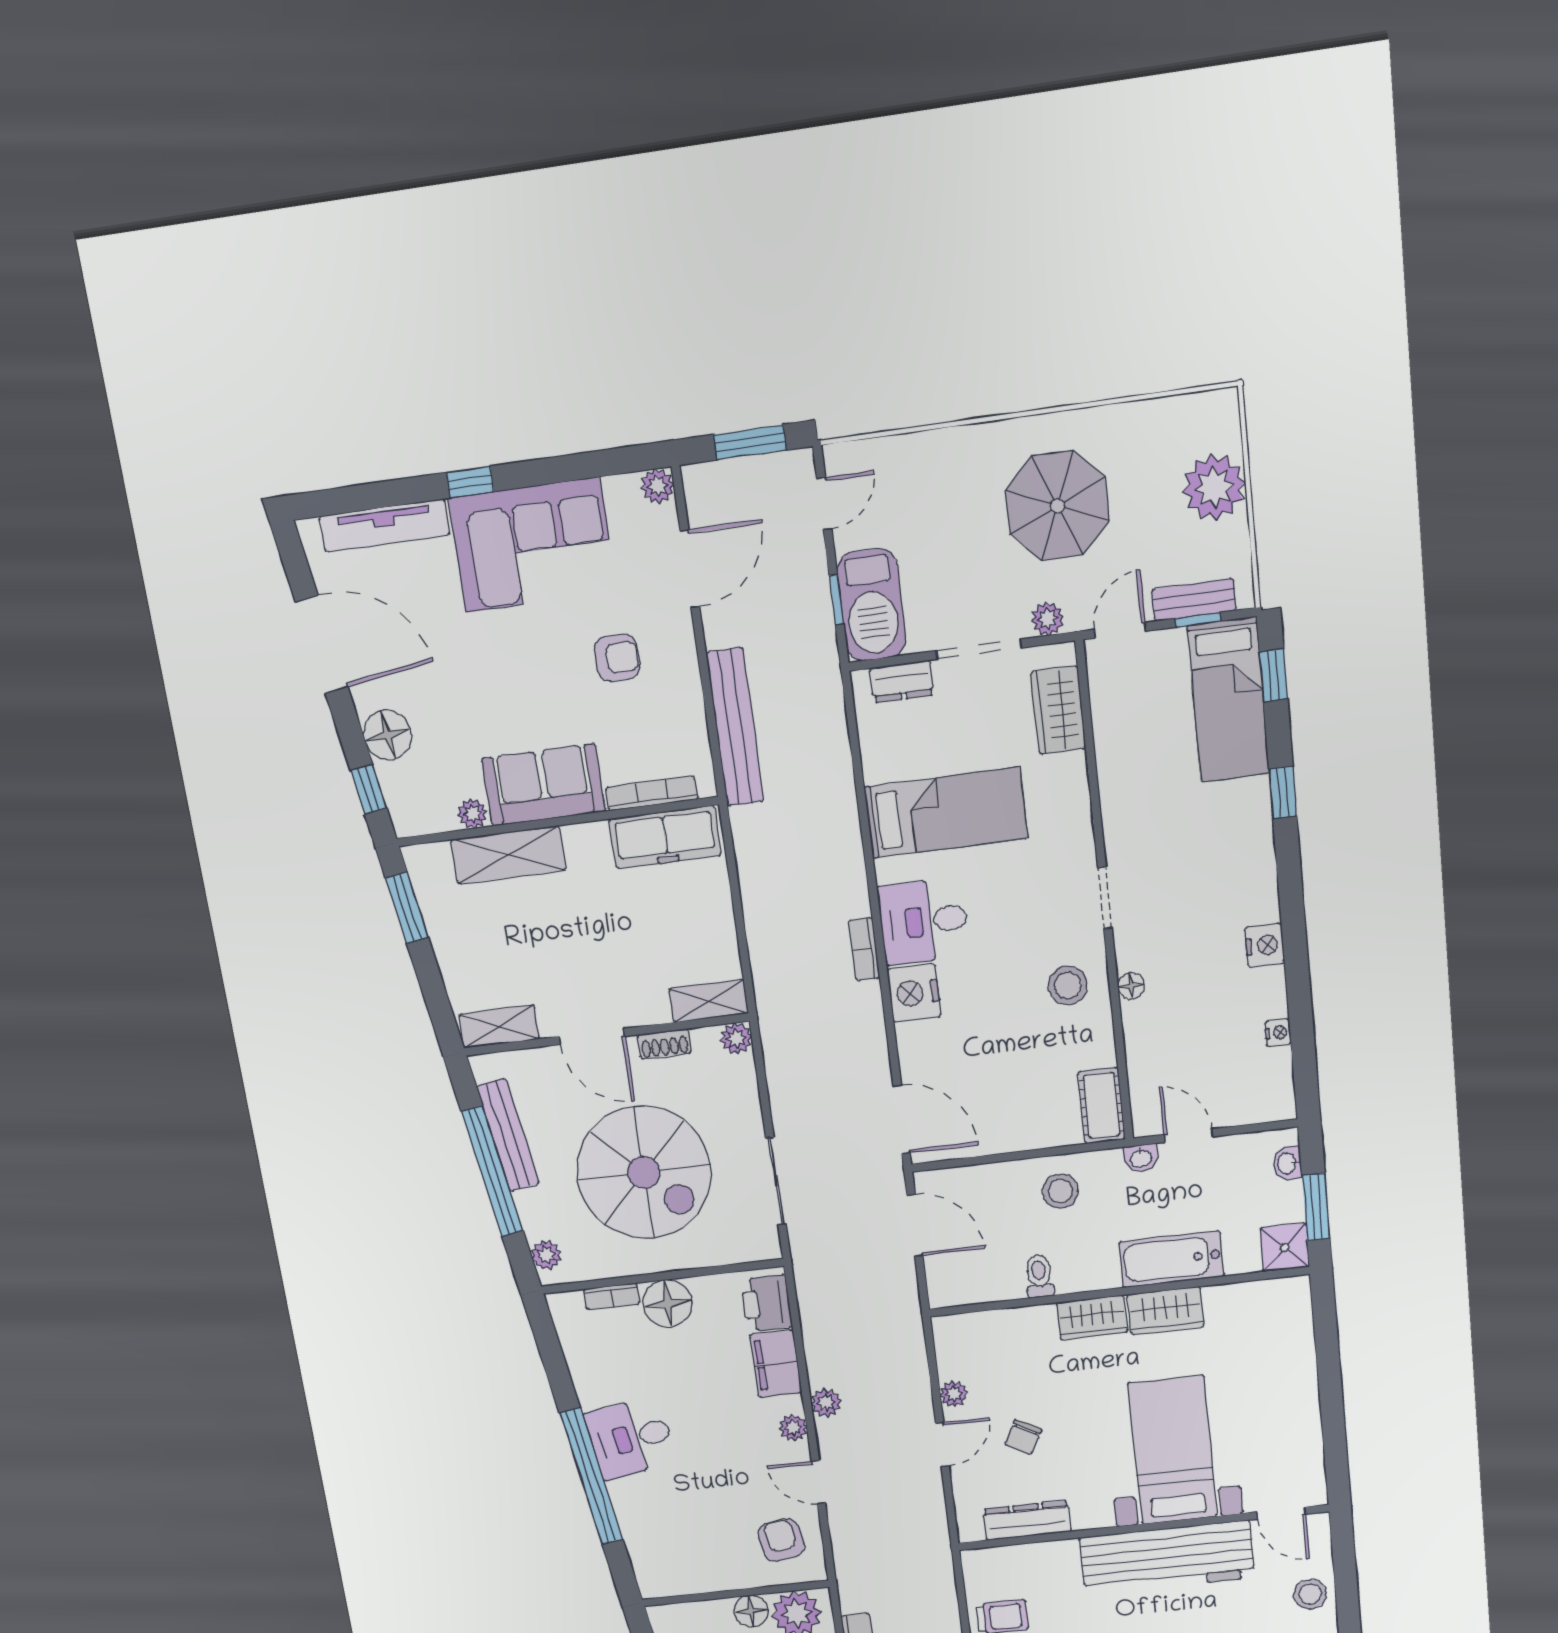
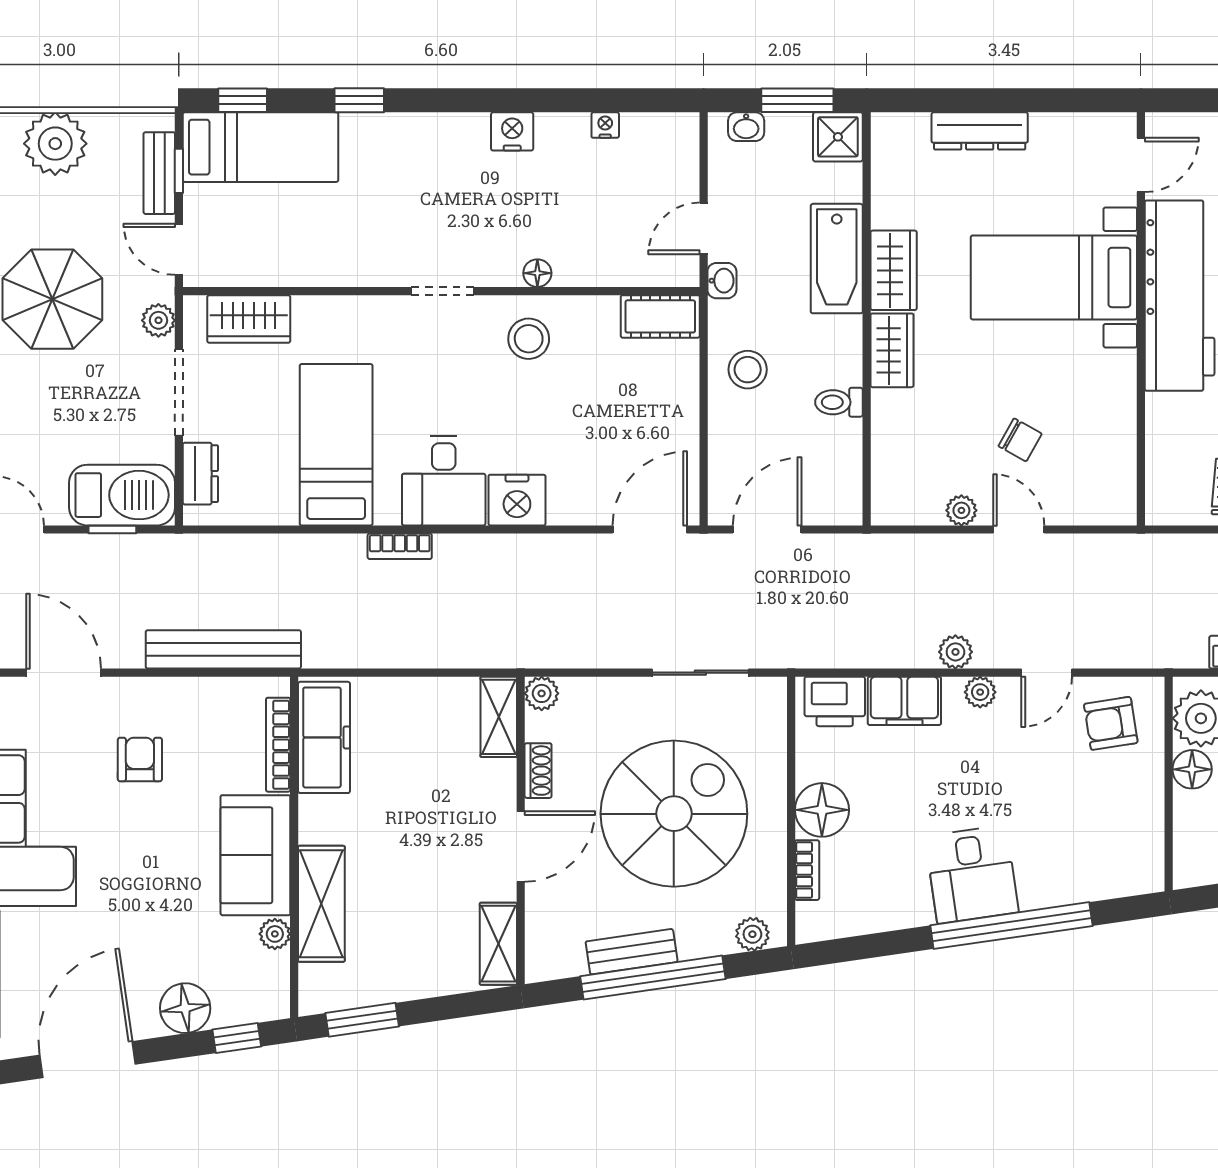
bookcase: (864, 949) -> (400, 546), moved
bench: (508, 1135) -> (632, 952), width x0.73
dresser: (1027, 1520) -> (980, 131), moved, turned -90

